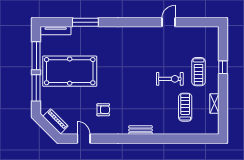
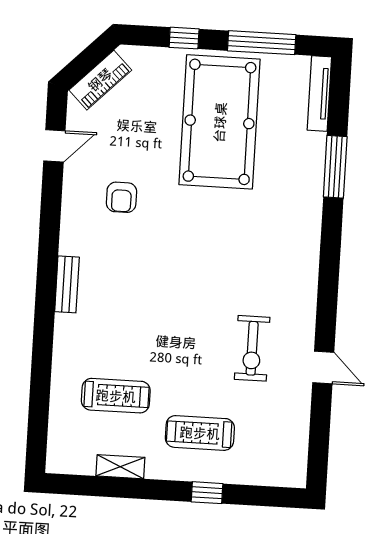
exercise bike: (170, 79) -> (252, 348), moved
window: (36, 88) -> (184, 38), width x0.46

